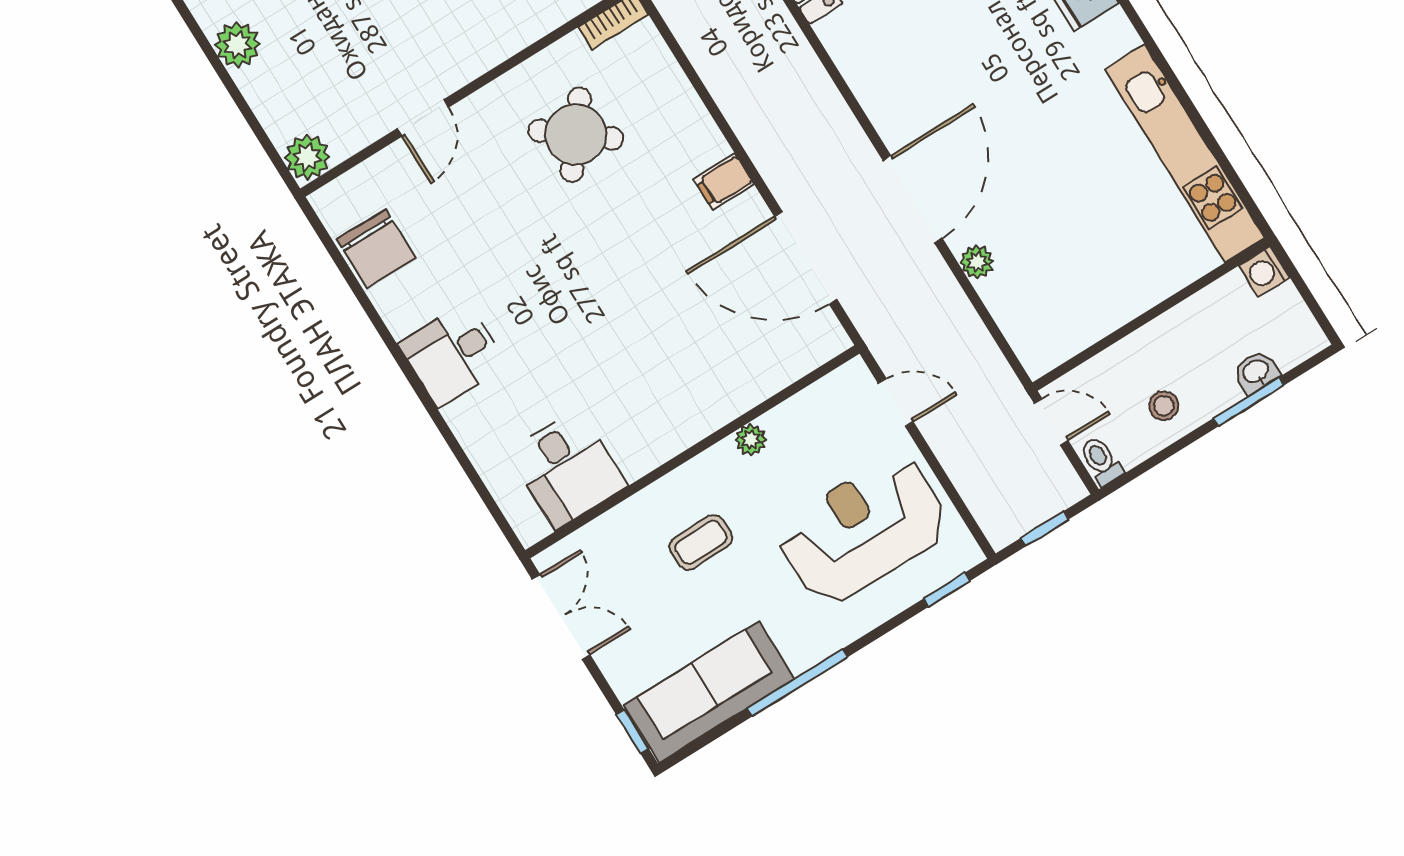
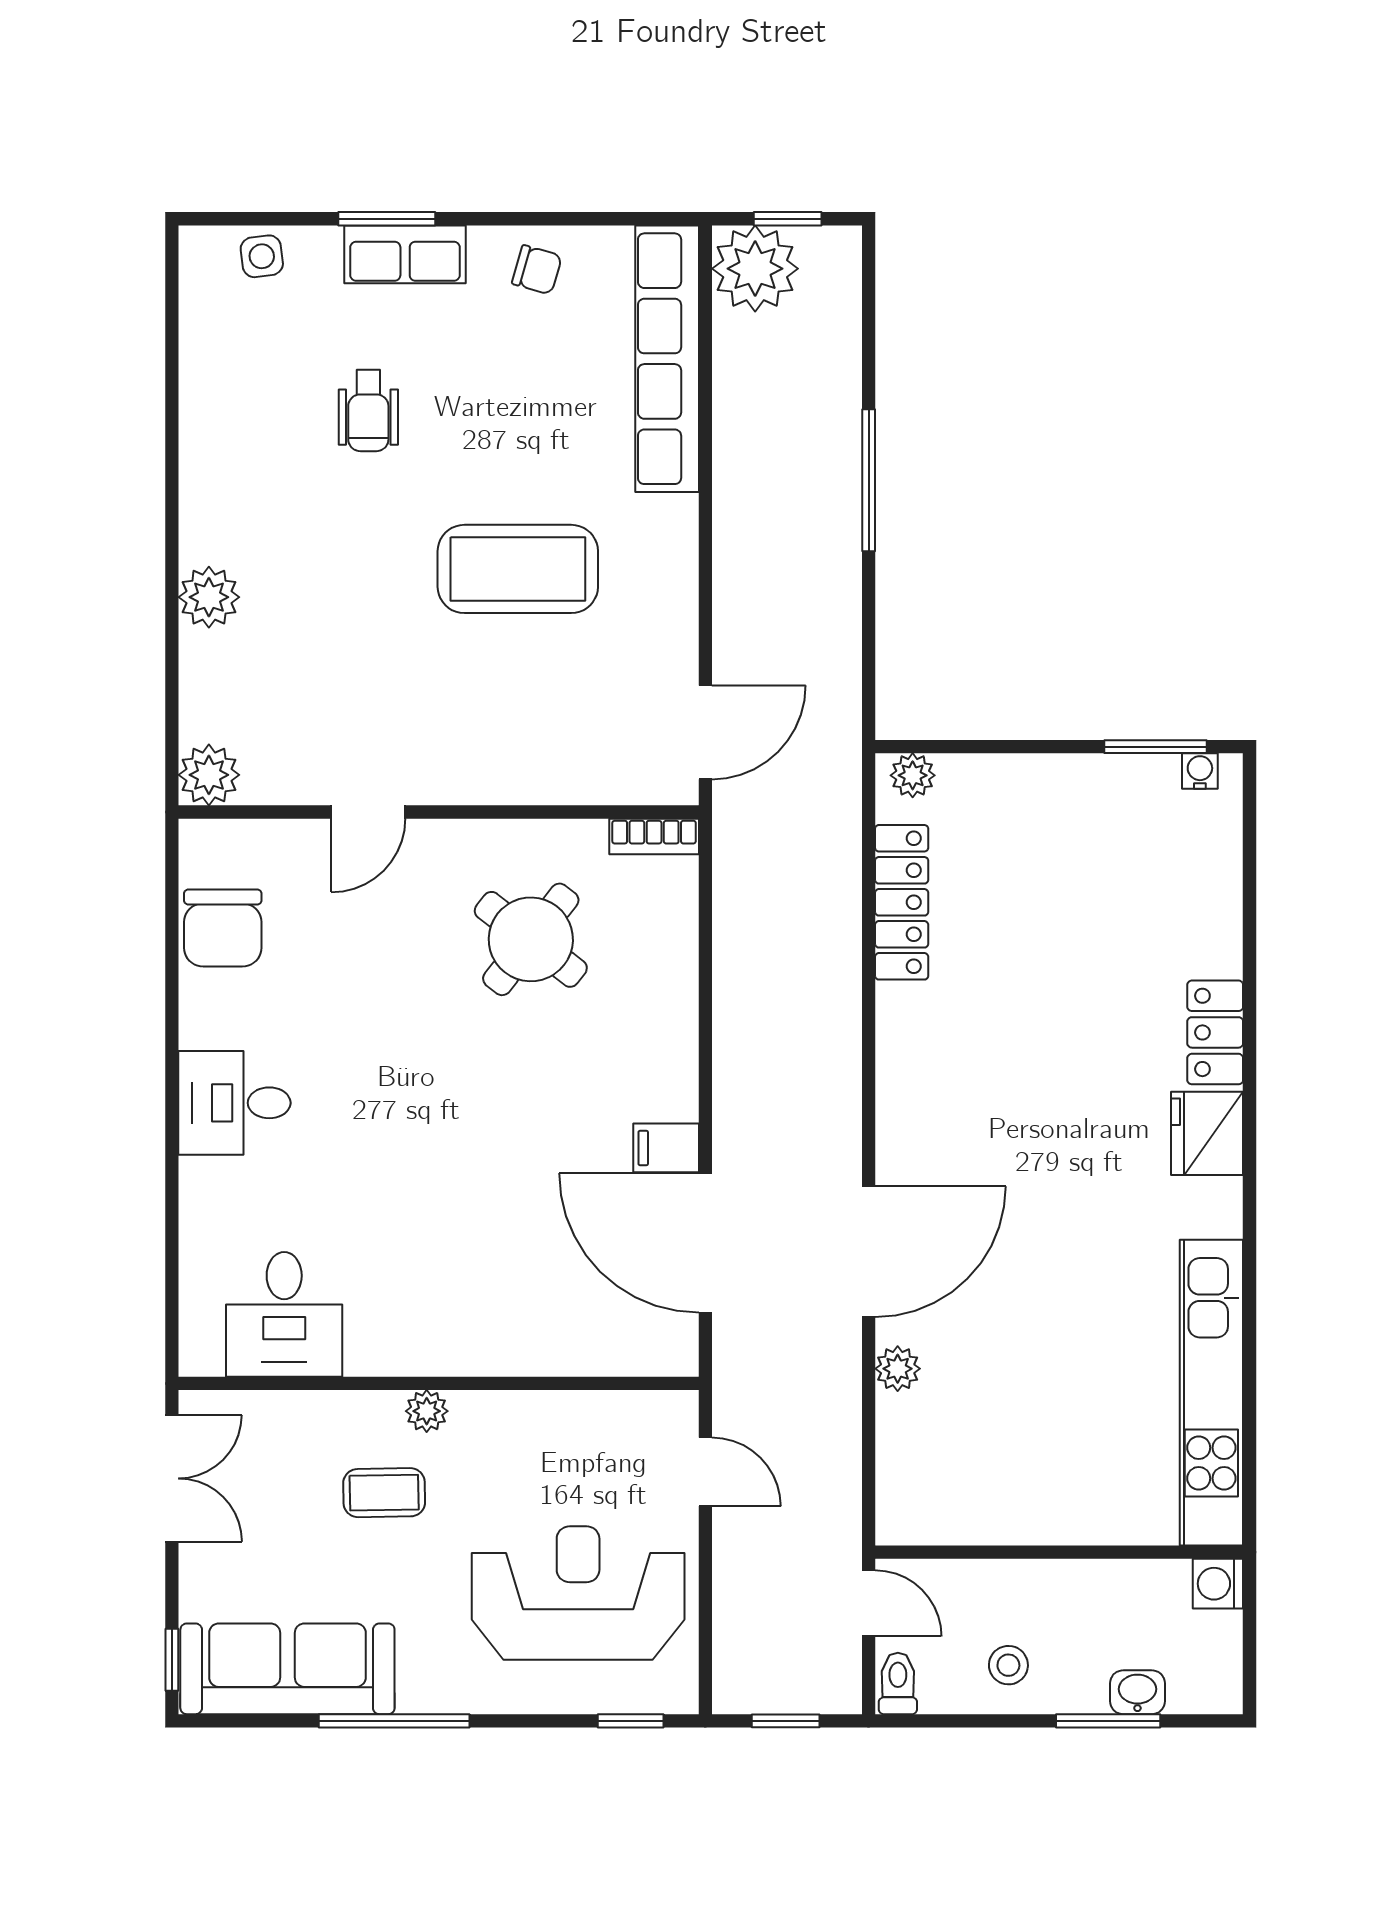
filing cabinet: (724, 182) -> (666, 1148), moved
plant: (751, 440) -> (427, 1411), moved

